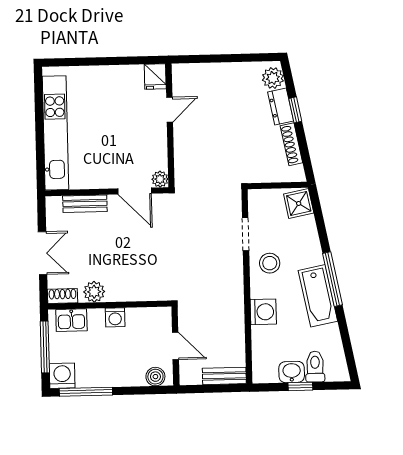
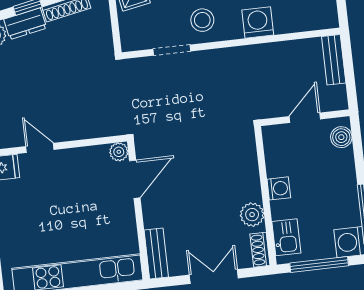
bench: (85, 204) -> (156, 253), moved

